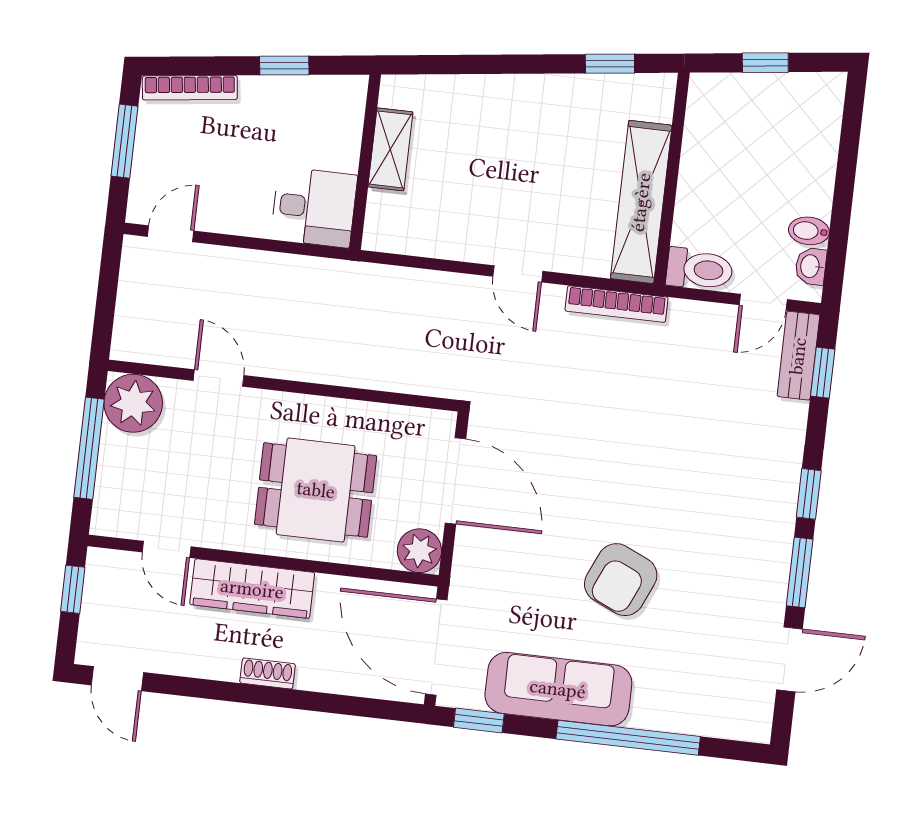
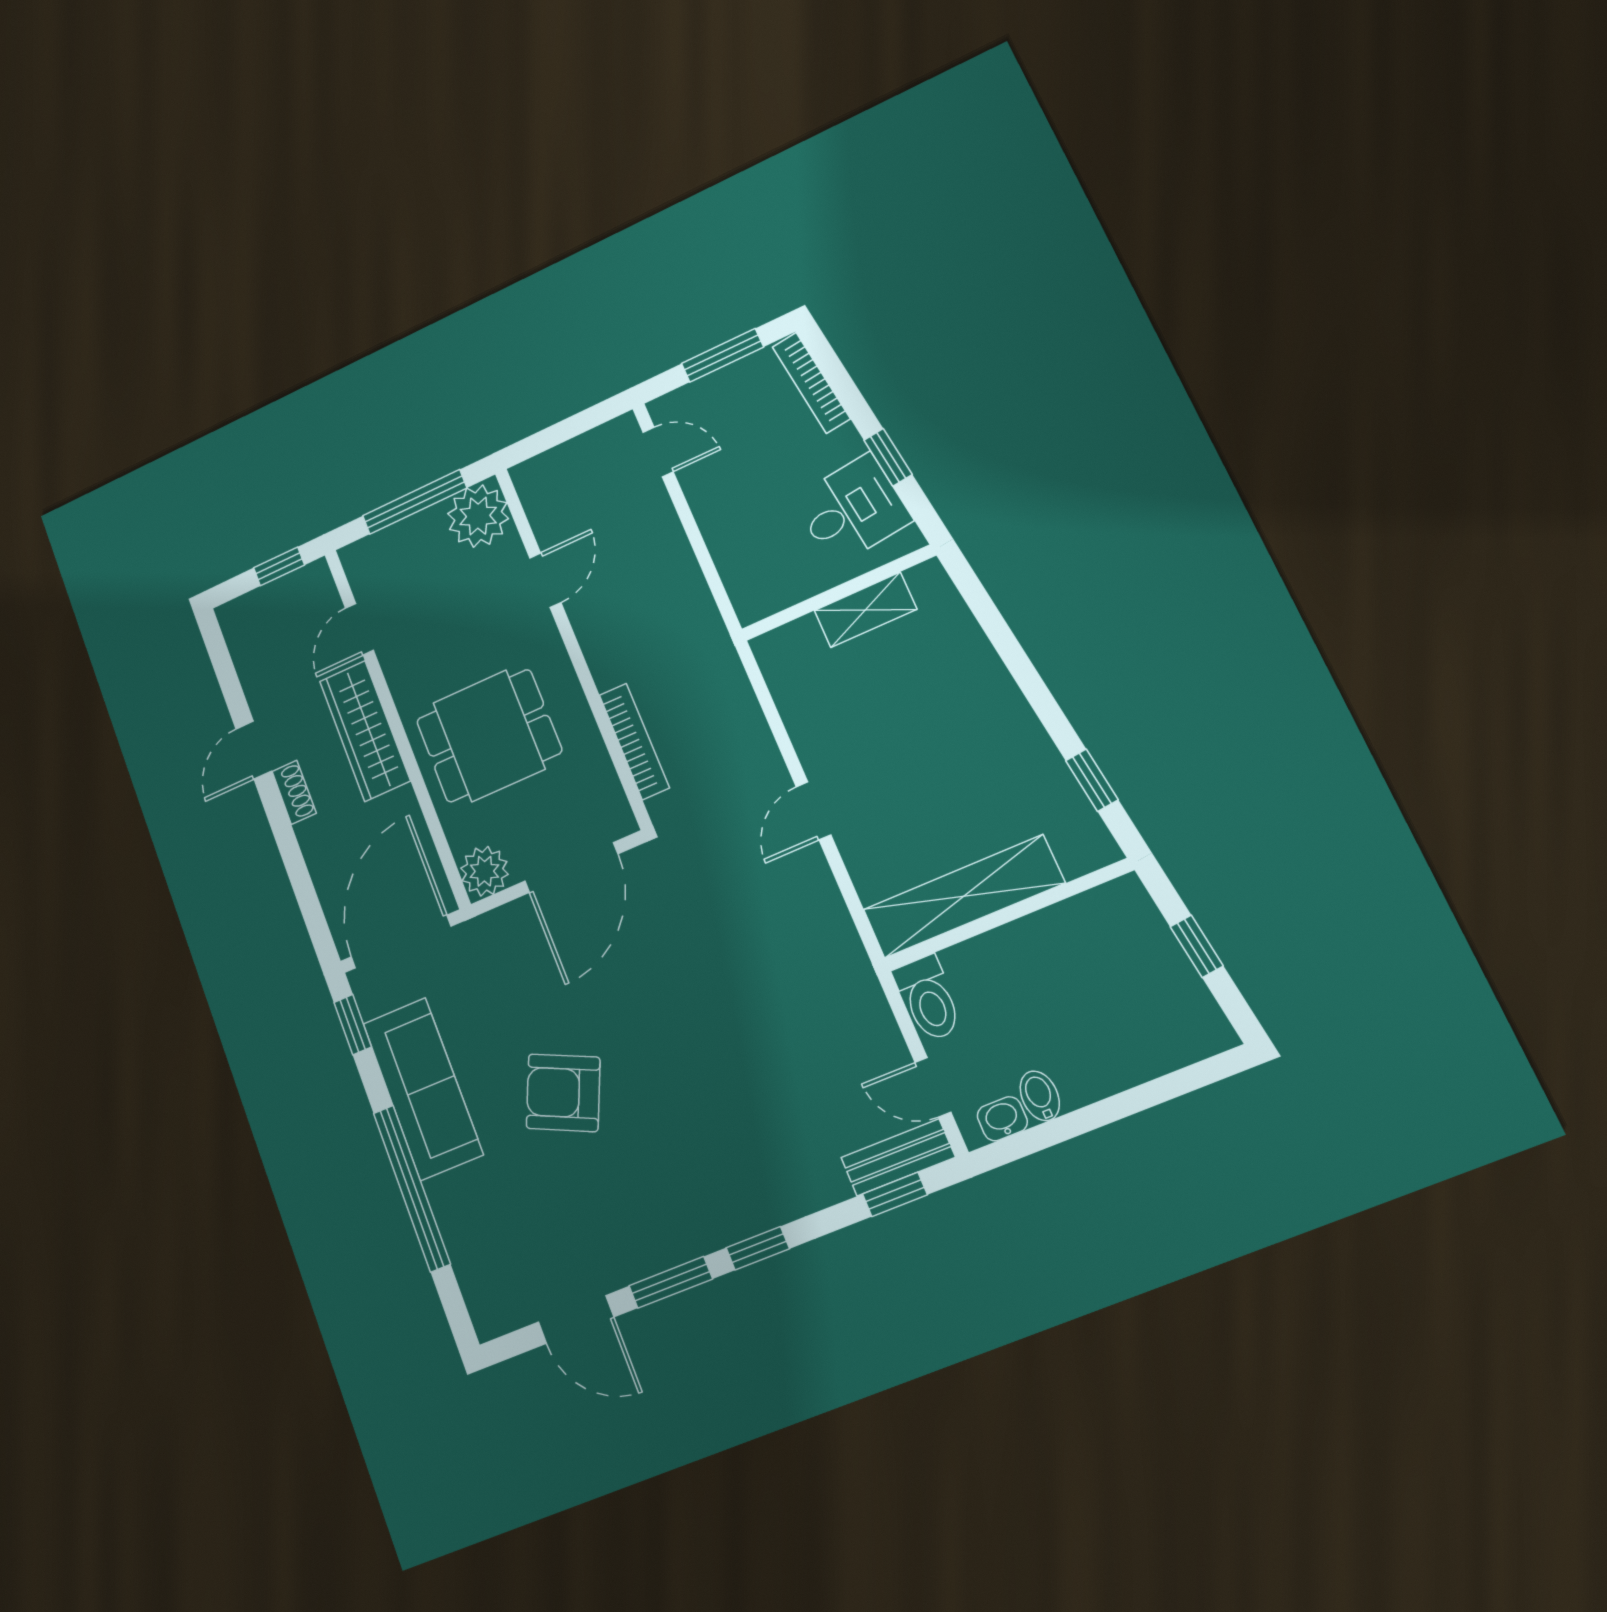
desk: (314, 207) -> (852, 510), moved, turned -97
bookcase: (617, 304) -> (634, 741), moved, turned 180
dining table: (316, 490) -> (489, 736), turned 90
door: (117, 679) -> (254, 750), moved

